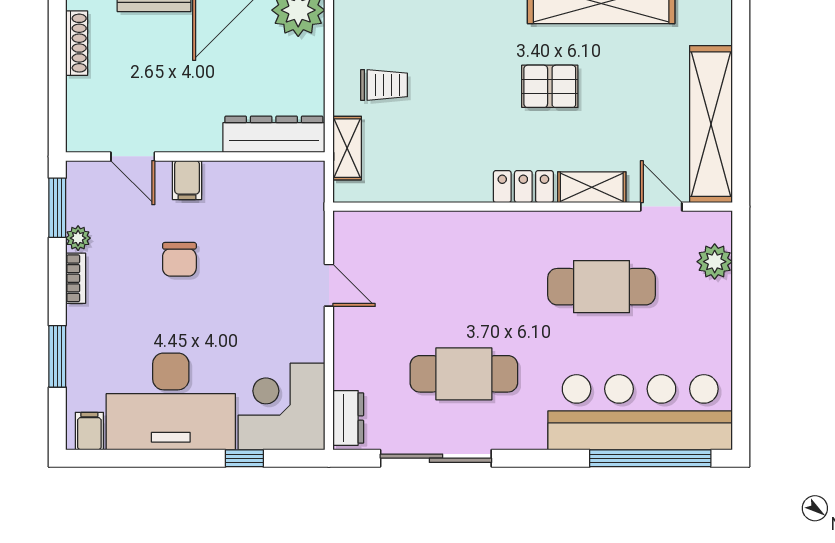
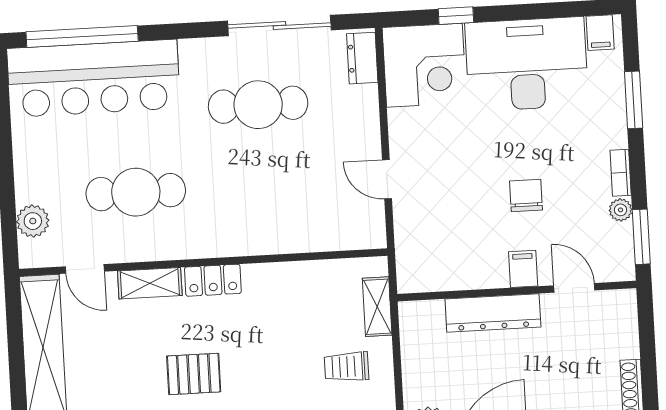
dresser: (274, 134) -> (493, 313), moved

